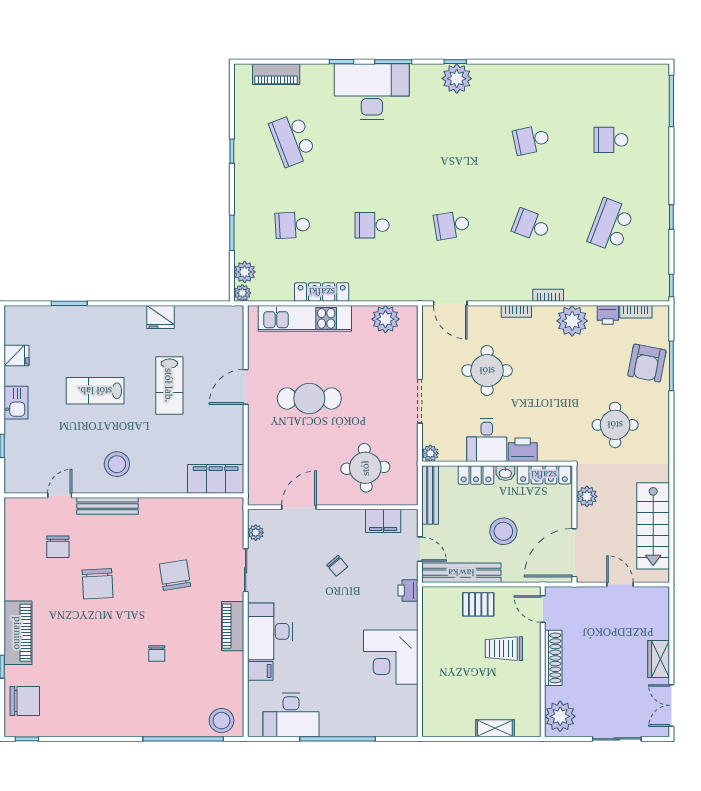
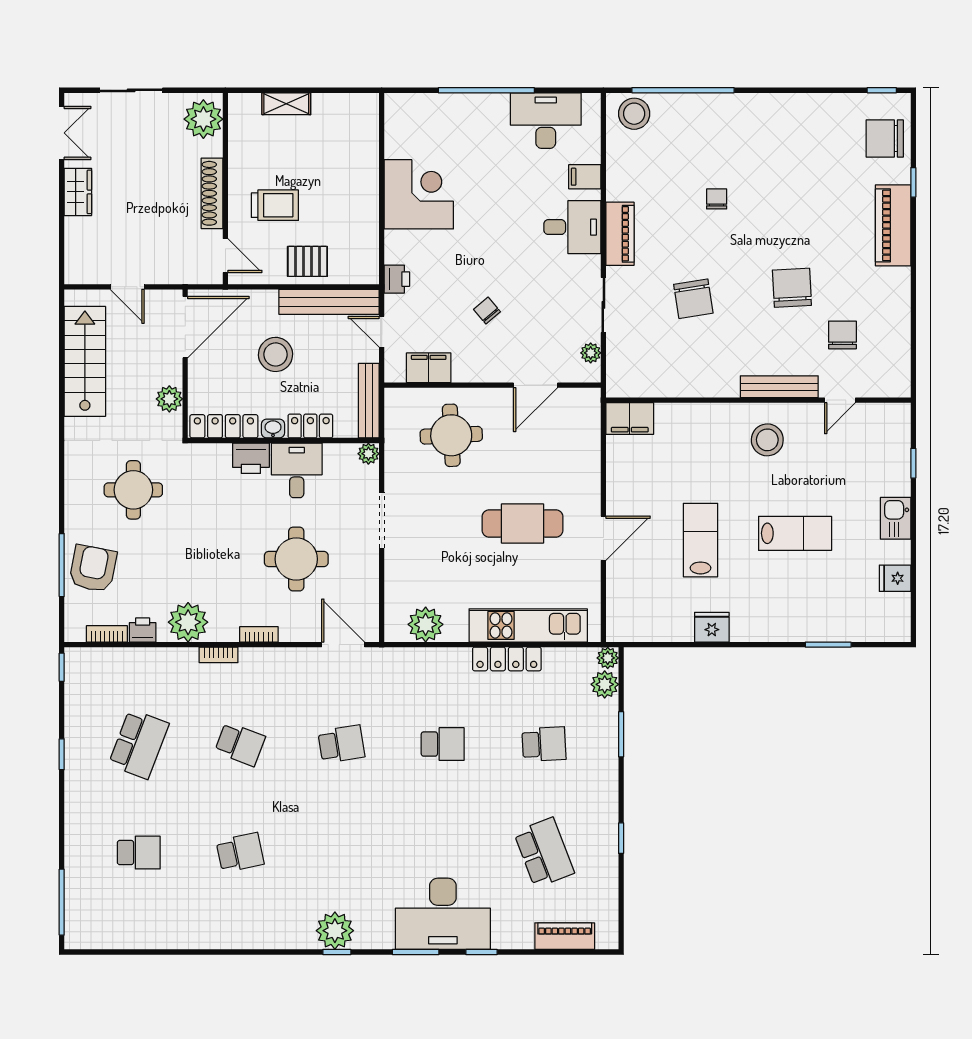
filing cabinet: (216, 479) -> (630, 419), width x0.67, depth x0.86
desk: (270, 631) -> (572, 227), width x0.73

